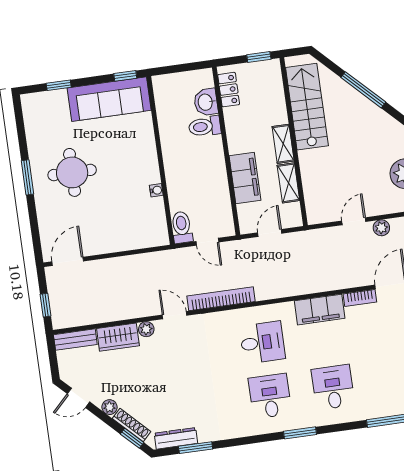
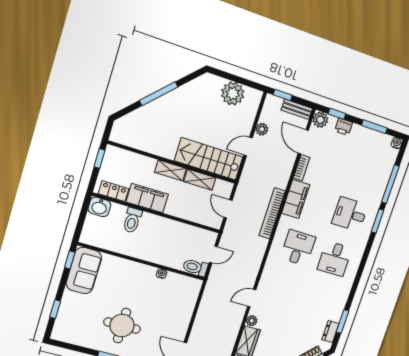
sofa: (109, 99) -> (84, 271), width x0.73
washbasin: (206, 102) -> (99, 207), moved
stairs: (307, 107) -> (209, 159), moved
filing cabinet: (245, 178) -> (147, 198), moved
door: (354, 221) -> (248, 146), hinge flipped
bookcase: (221, 299) -> (272, 213), moved
desk: (270, 396) -> (335, 259), turned -90
window: (300, 433) -> (377, 221), moved
dresser: (176, 438) -> (330, 332), width x0.70

